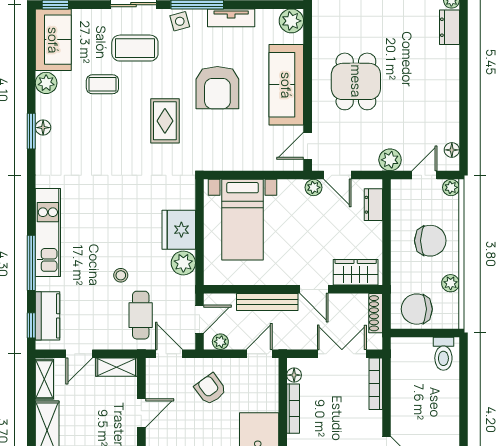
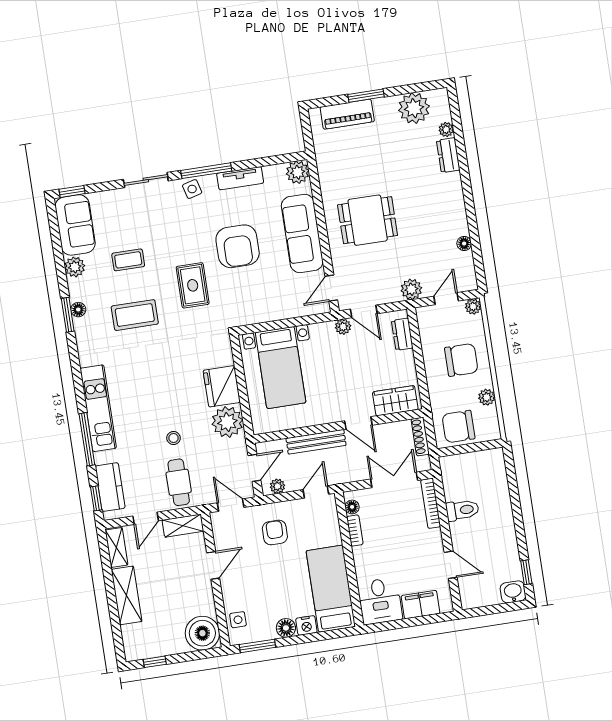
coffee table: (135, 48) -> (135, 315), moved
dining table: (356, 81) -> (368, 220), turned 90
floor lamp: (452, 150) -> (464, 243), moved
plant: (183, 263) -> (227, 422), width x1.36, depth x1.36
cafe table: (141, 315) -> (179, 482), moved
toilet: (443, 354) -> (462, 510), moved, turned -90
armchair: (210, 389) -> (275, 532), turned 36
bookcase: (293, 409) -> (355, 530), width x0.64

